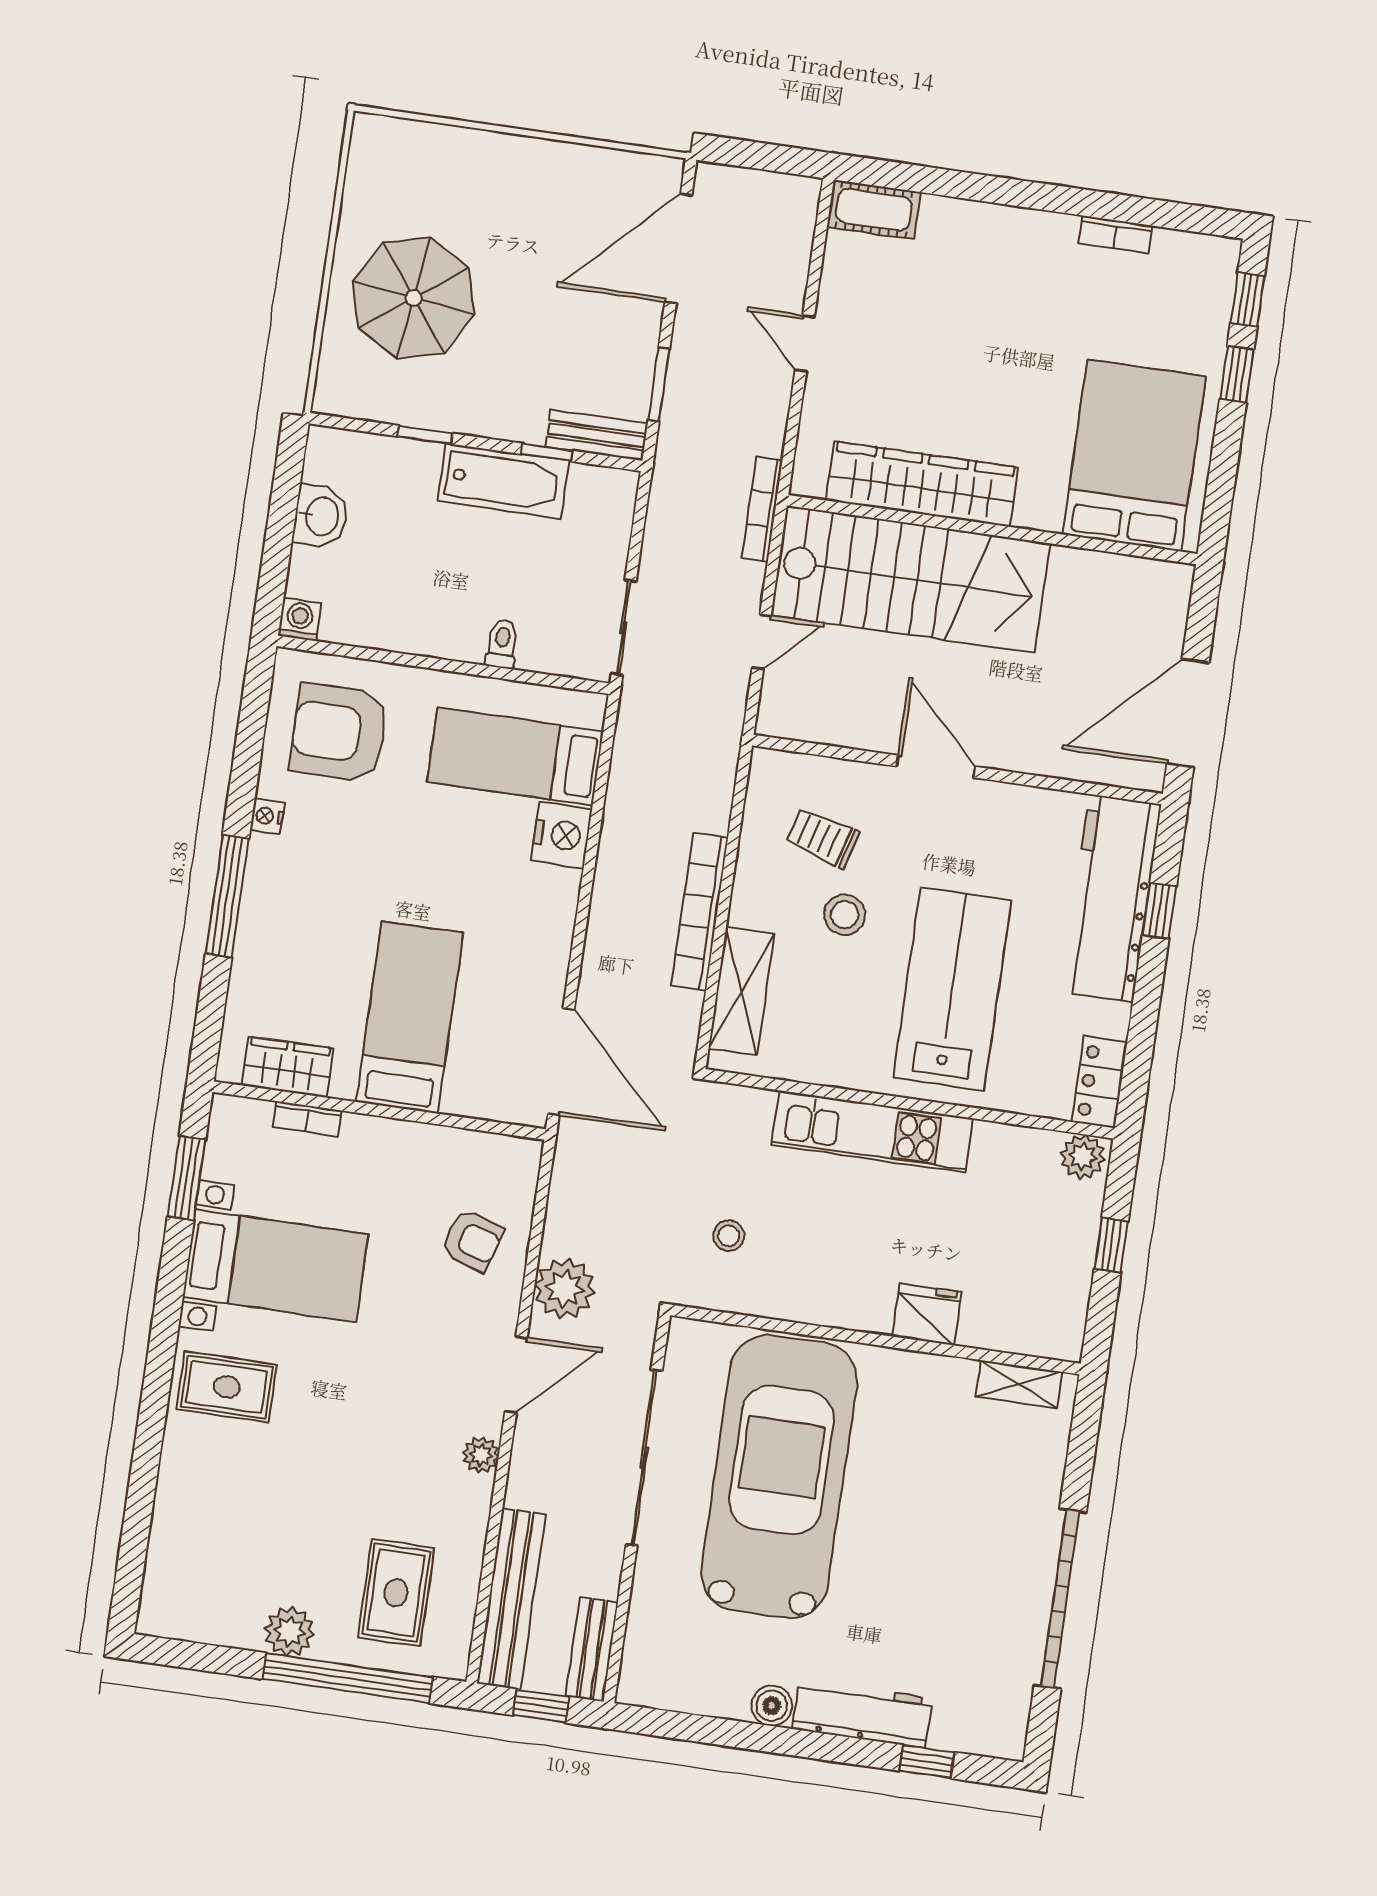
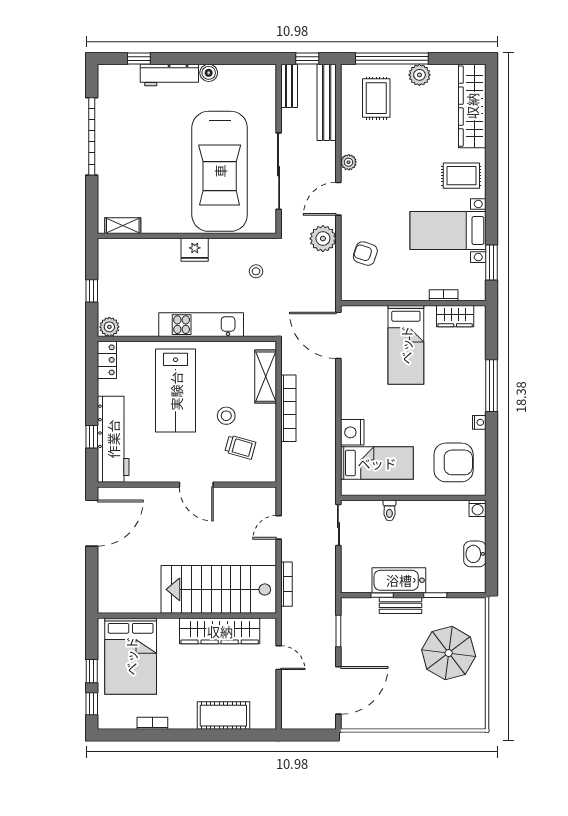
cot: (874, 210) -> (223, 716), moved, width x1.37, depth x1.34
bench: (597, 435) -> (401, 605), moved
bed: (1134, 455) -> (131, 656), moved
wardrobe: (922, 484) -> (220, 631), moved
wall: (992, 530) -> (187, 616), moved
stairs: (910, 579) -> (219, 589), moved
fridge: (927, 1314) -> (195, 250), moved
wardrobe: (179, 1543) -> (472, 106), added

